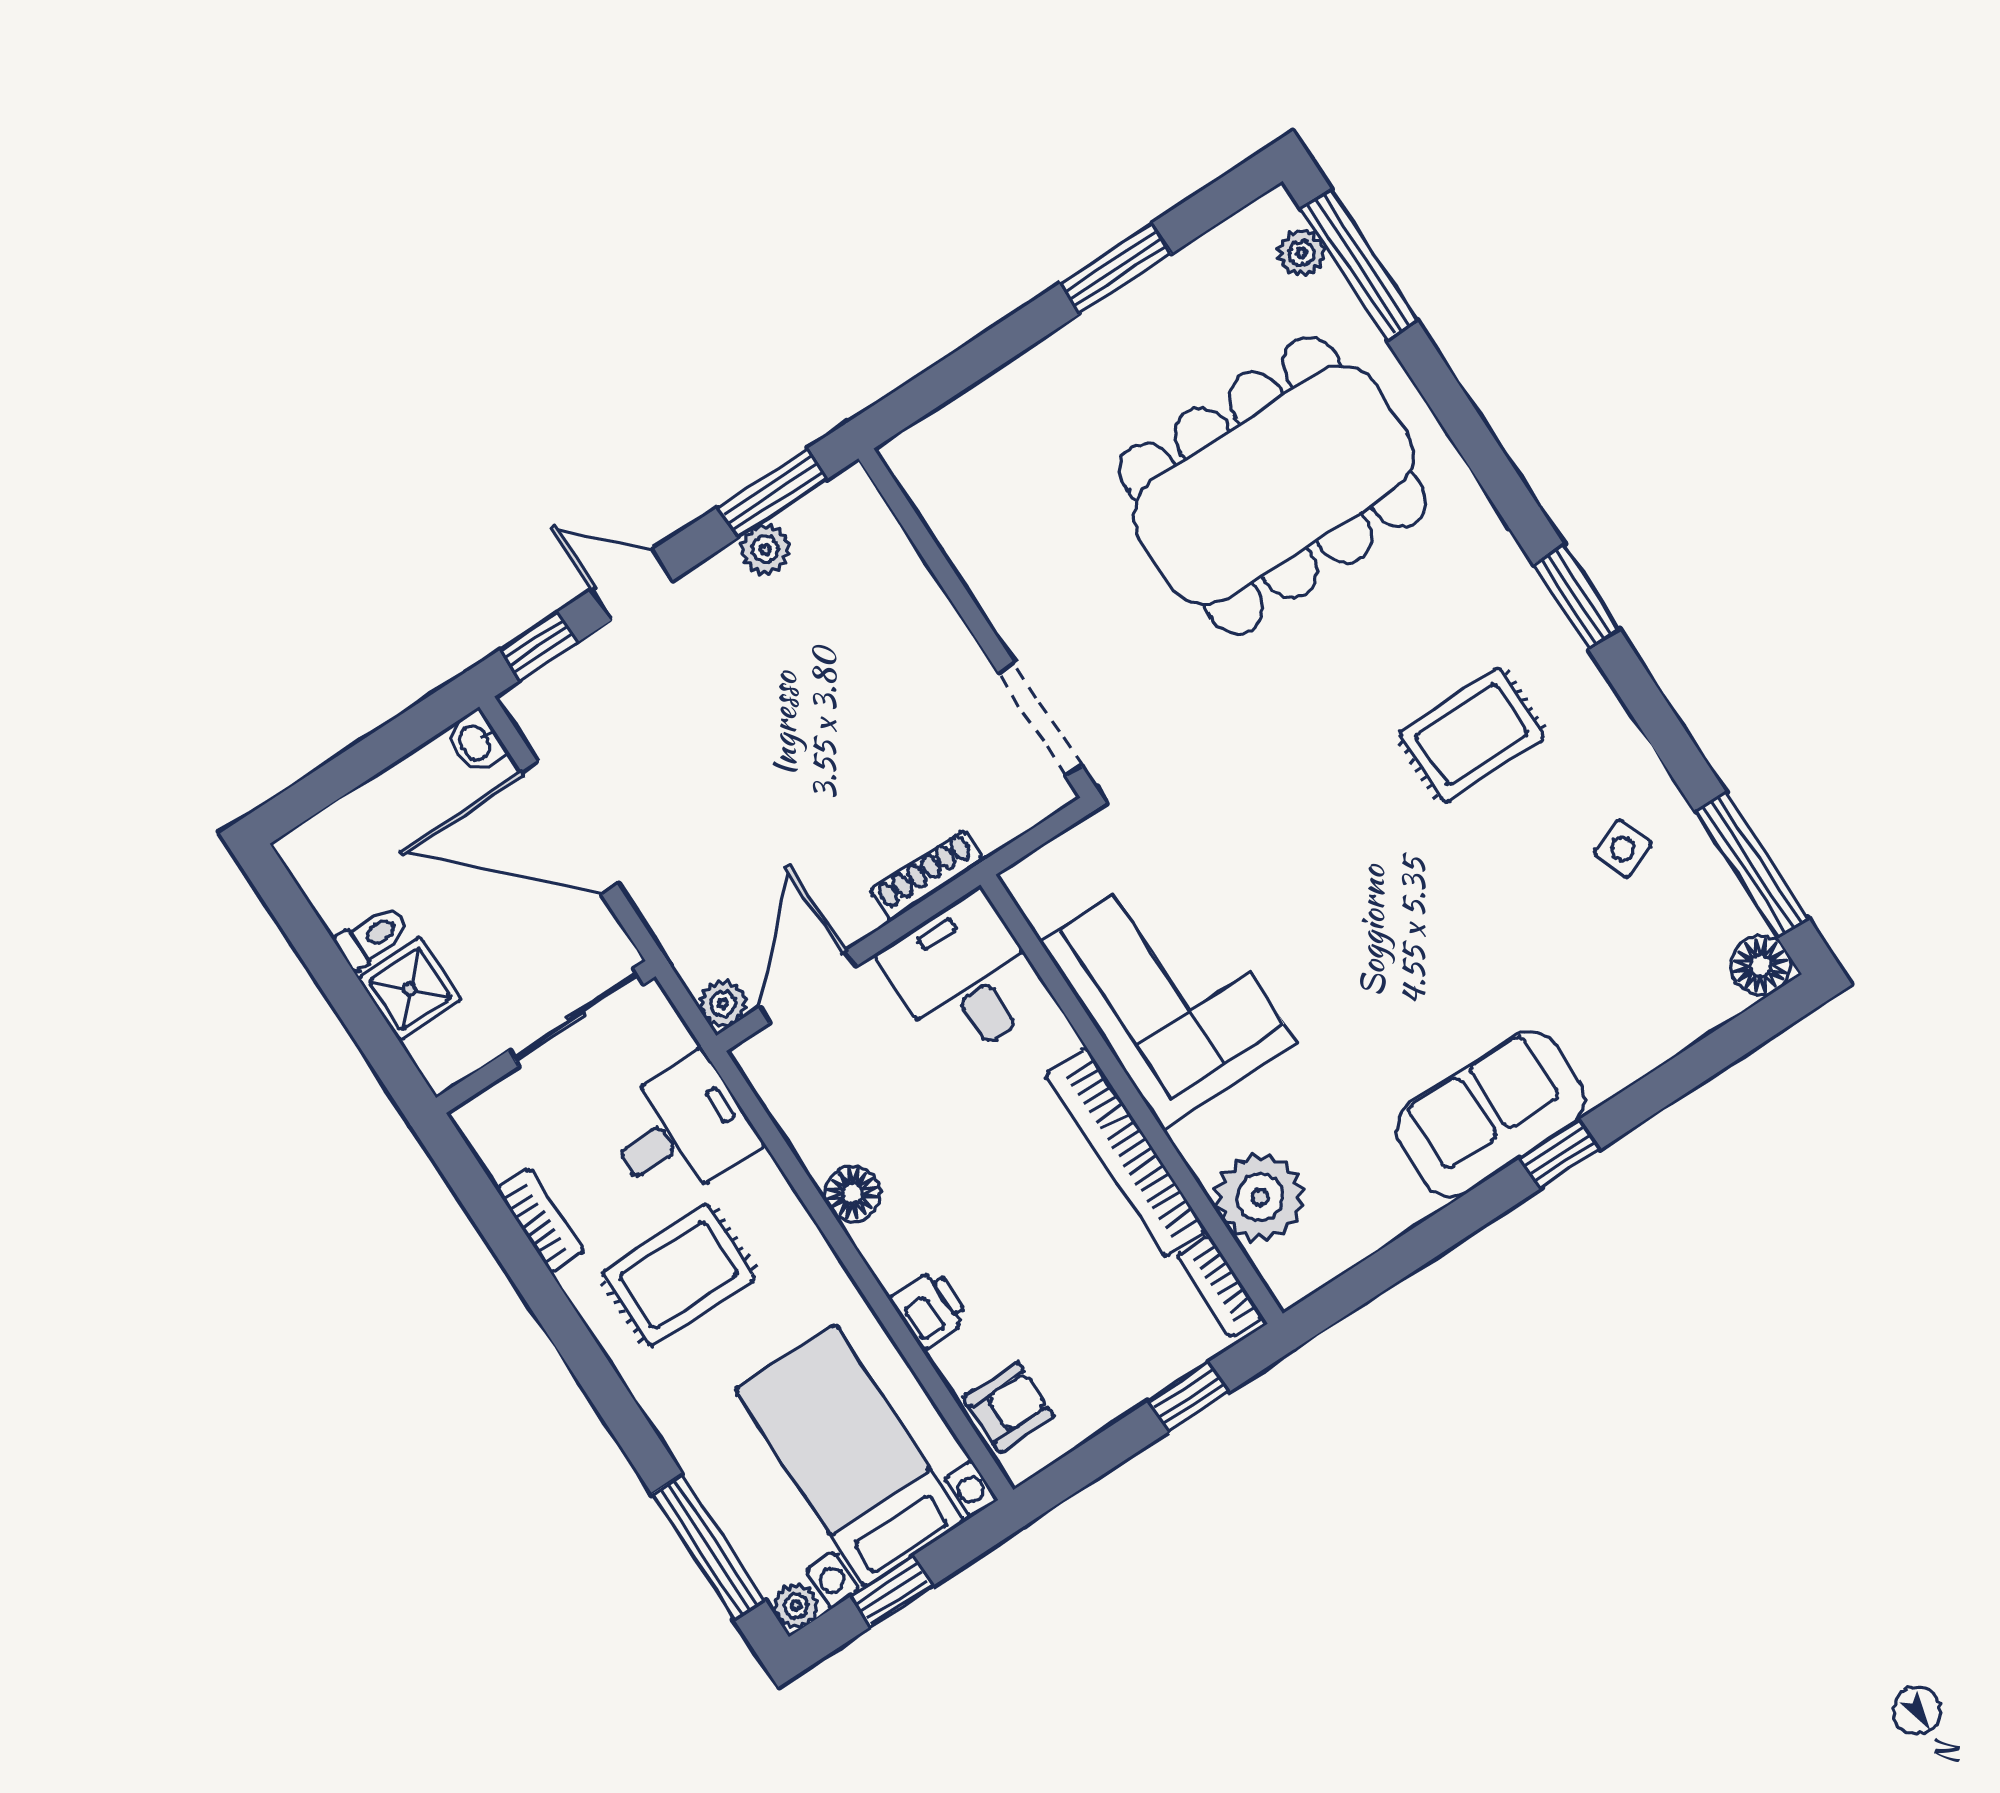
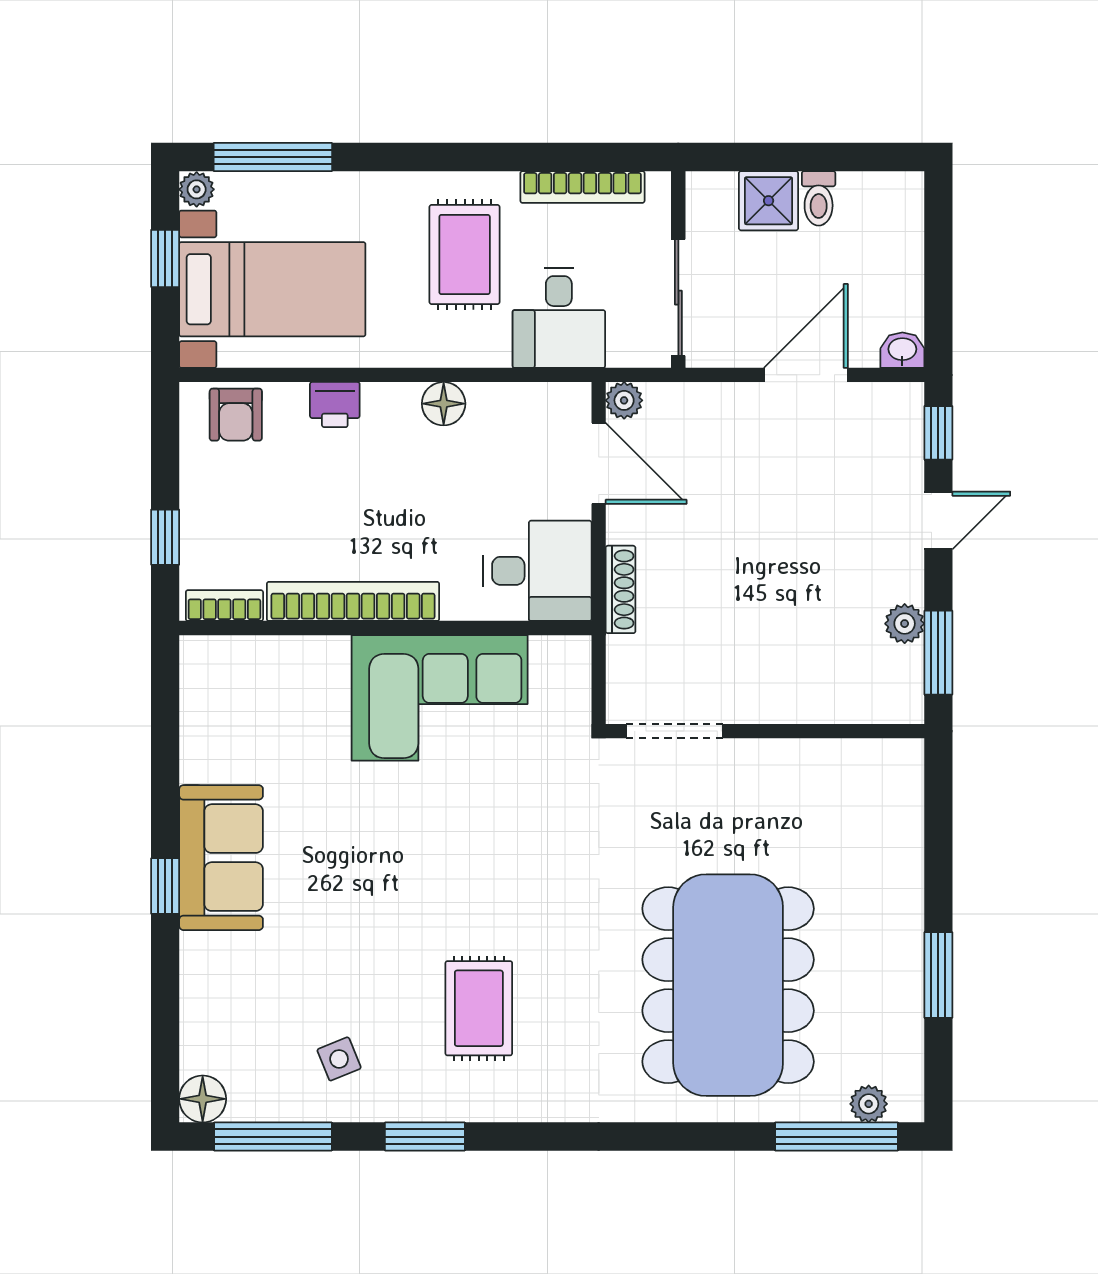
window: (1576, 597) -> (425, 1137), moved
door: (569, 828) -> (806, 375), width x0.73
plant: (1260, 1197) -> (266, 670), removed
bookcase: (540, 1220) -> (582, 187), width x1.56

